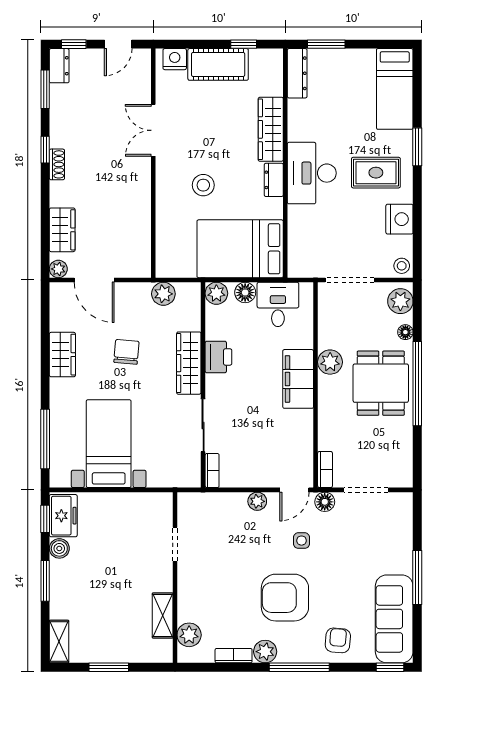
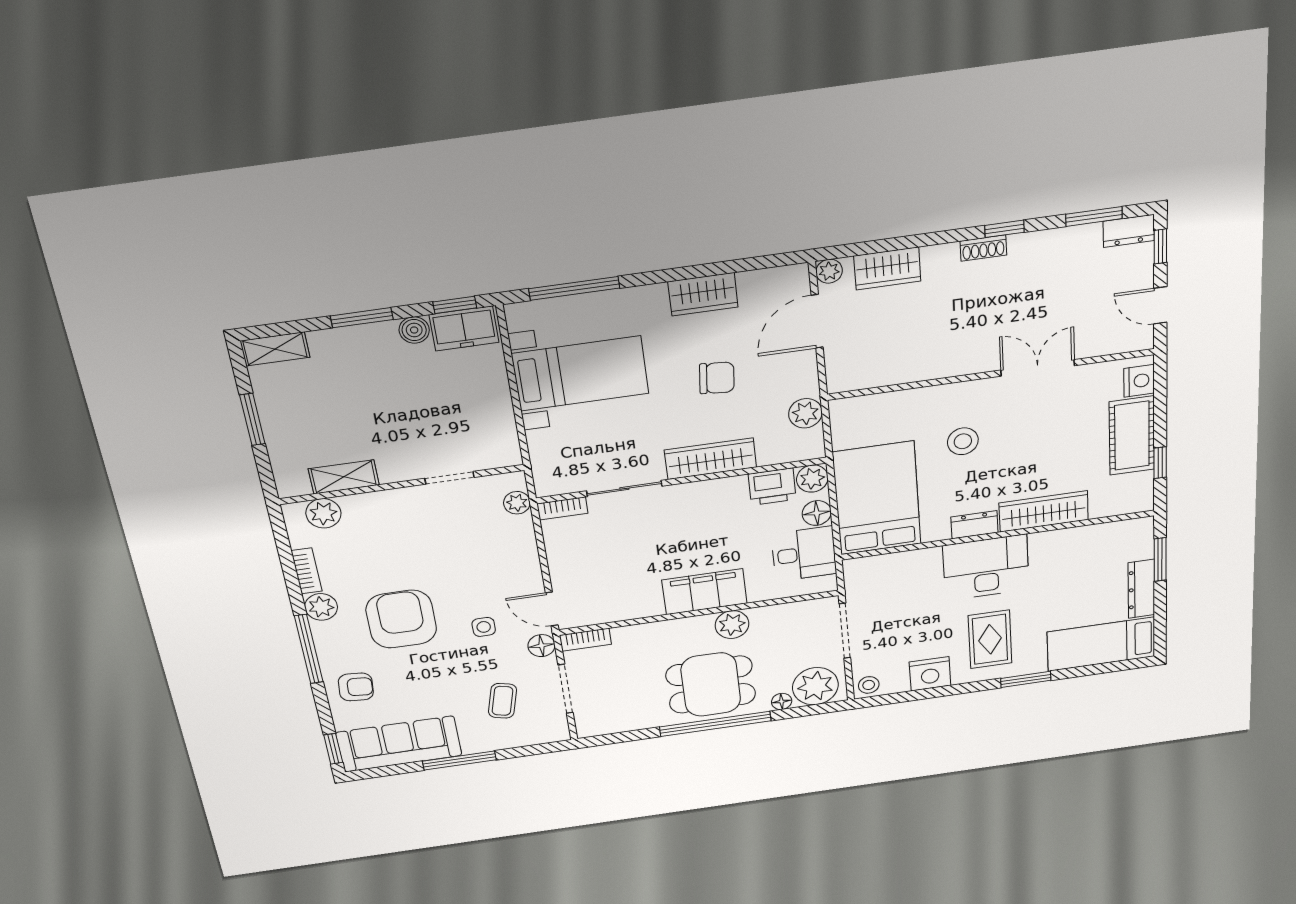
dresser: (297, 73) -> (1141, 589), moved, turned 90
plant: (400, 301) -> (815, 686), width x1.36, depth x1.36
printer: (218, 357) -> (772, 487), moved
plant: (257, 501) -> (517, 503), moved
coffee table: (369, 537) -> (502, 701), added

